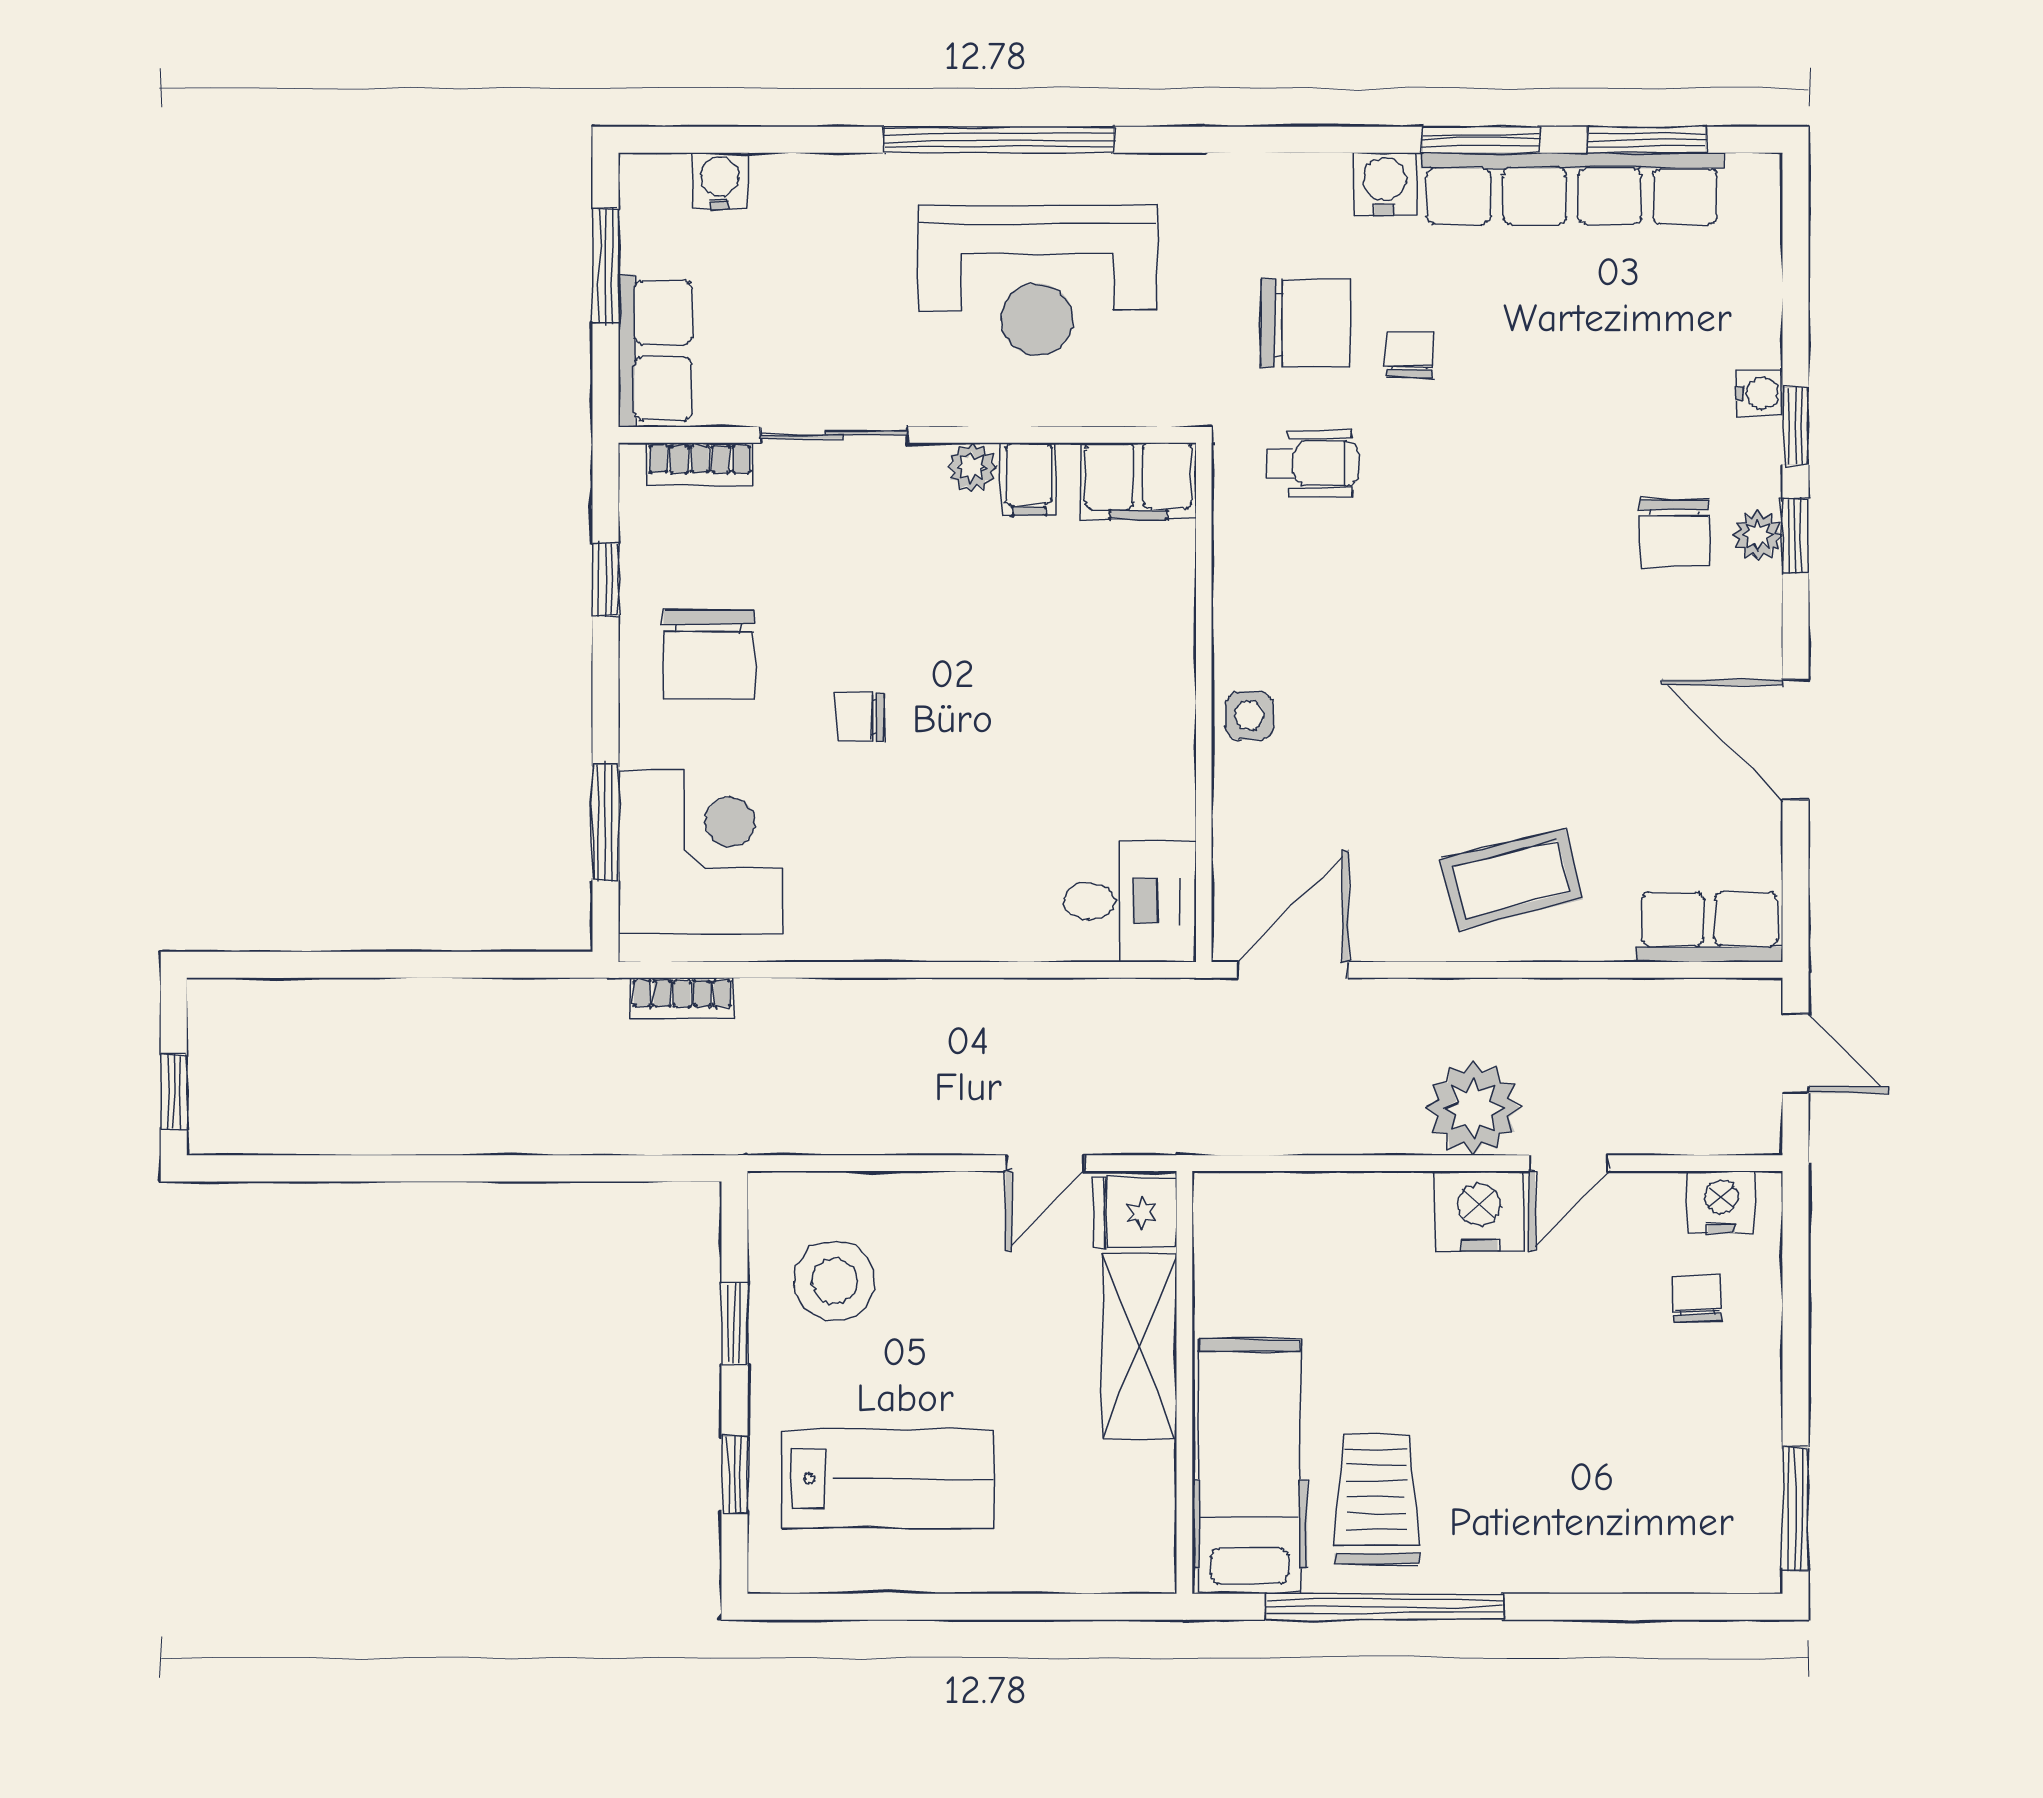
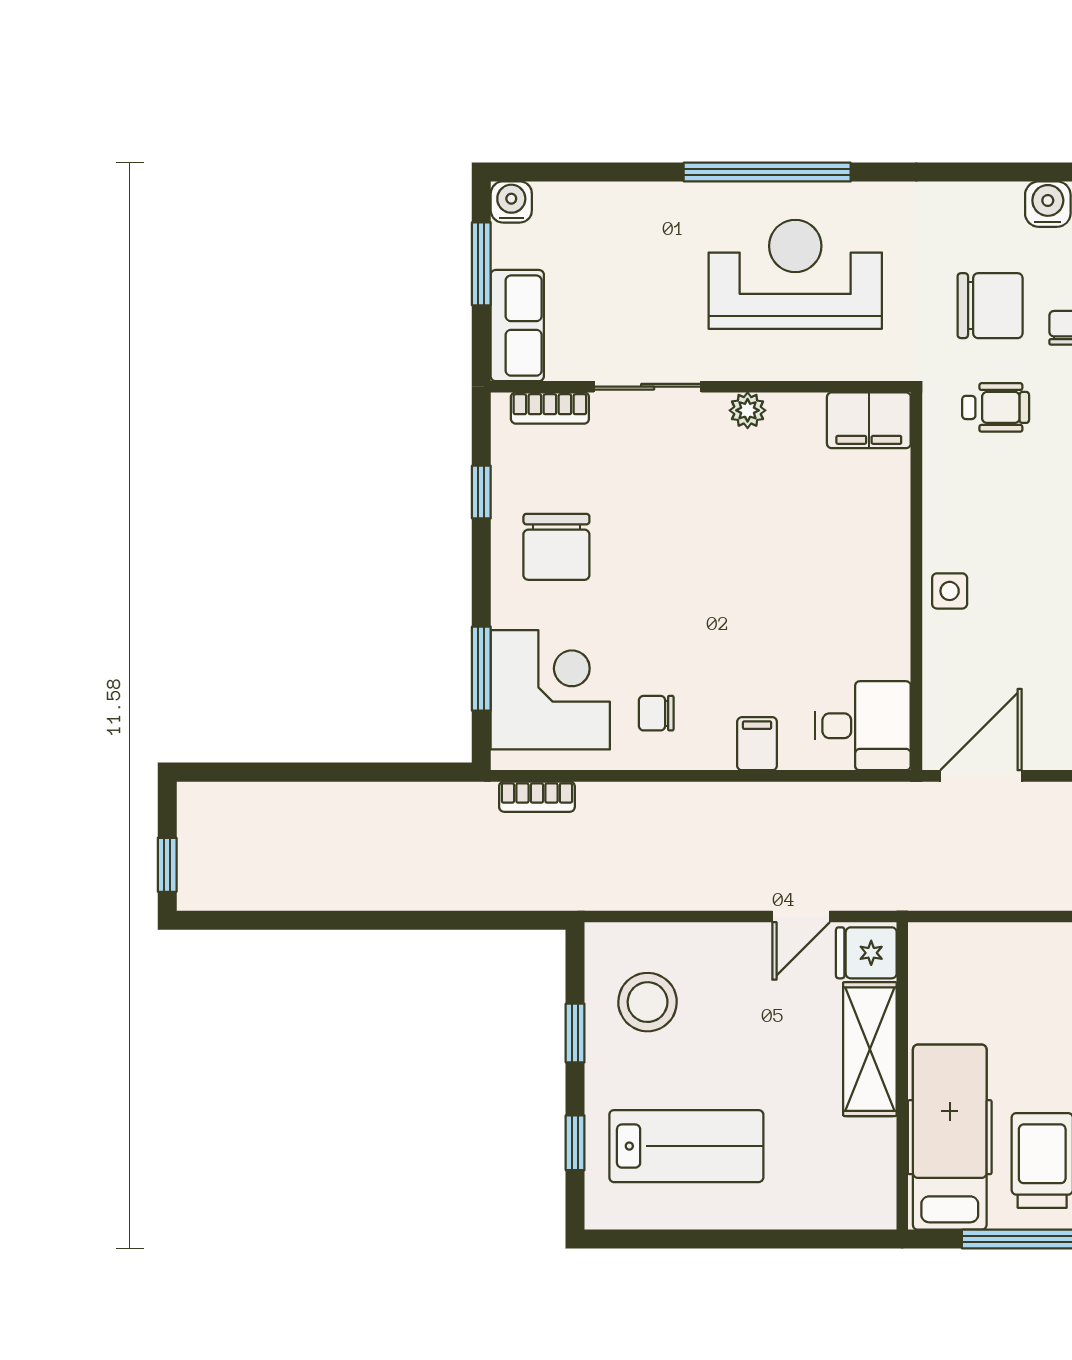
water cooler: (720, 181) -> (511, 202), moved
reception desk: (1037, 280) -> (795, 274), turned 180
filing cabinet: (1029, 479) -> (757, 744), moved, turned 180
chair: (860, 717) -> (656, 713), moved

